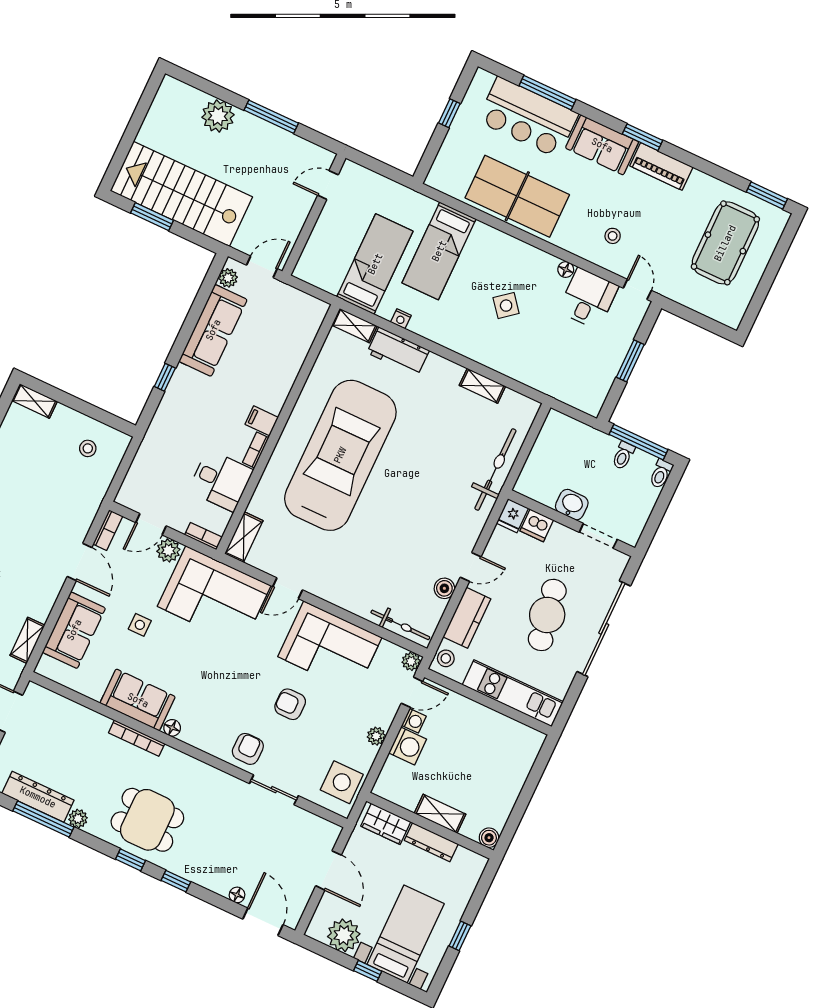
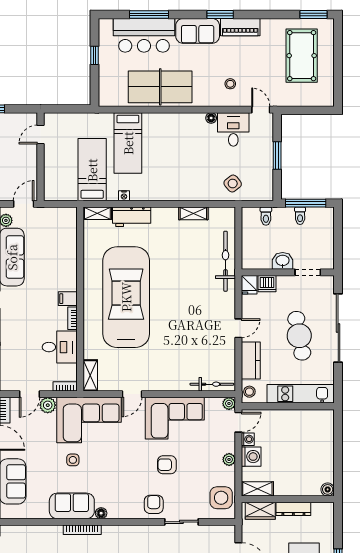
side table: (506, 306) -> (233, 184), moved
toilet: (661, 474) -> (266, 216), moved
boiler: (444, 588) -> (228, 349), removed
side table: (140, 625) -> (73, 460), moved
shelving: (440, 814) -> (257, 489), moved

